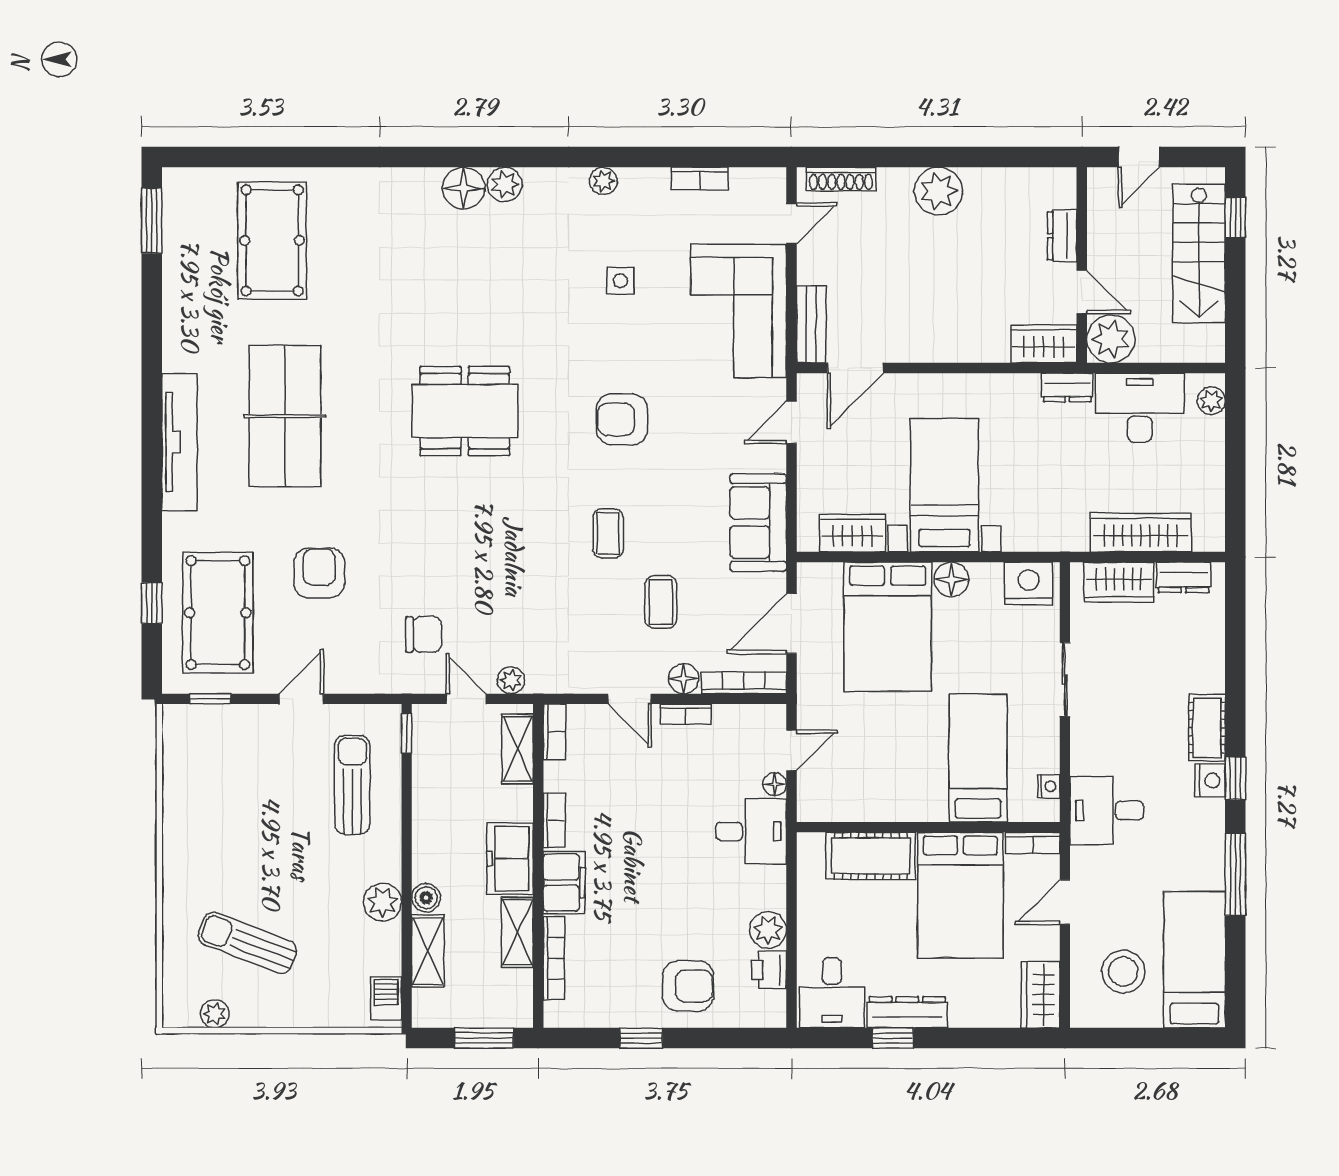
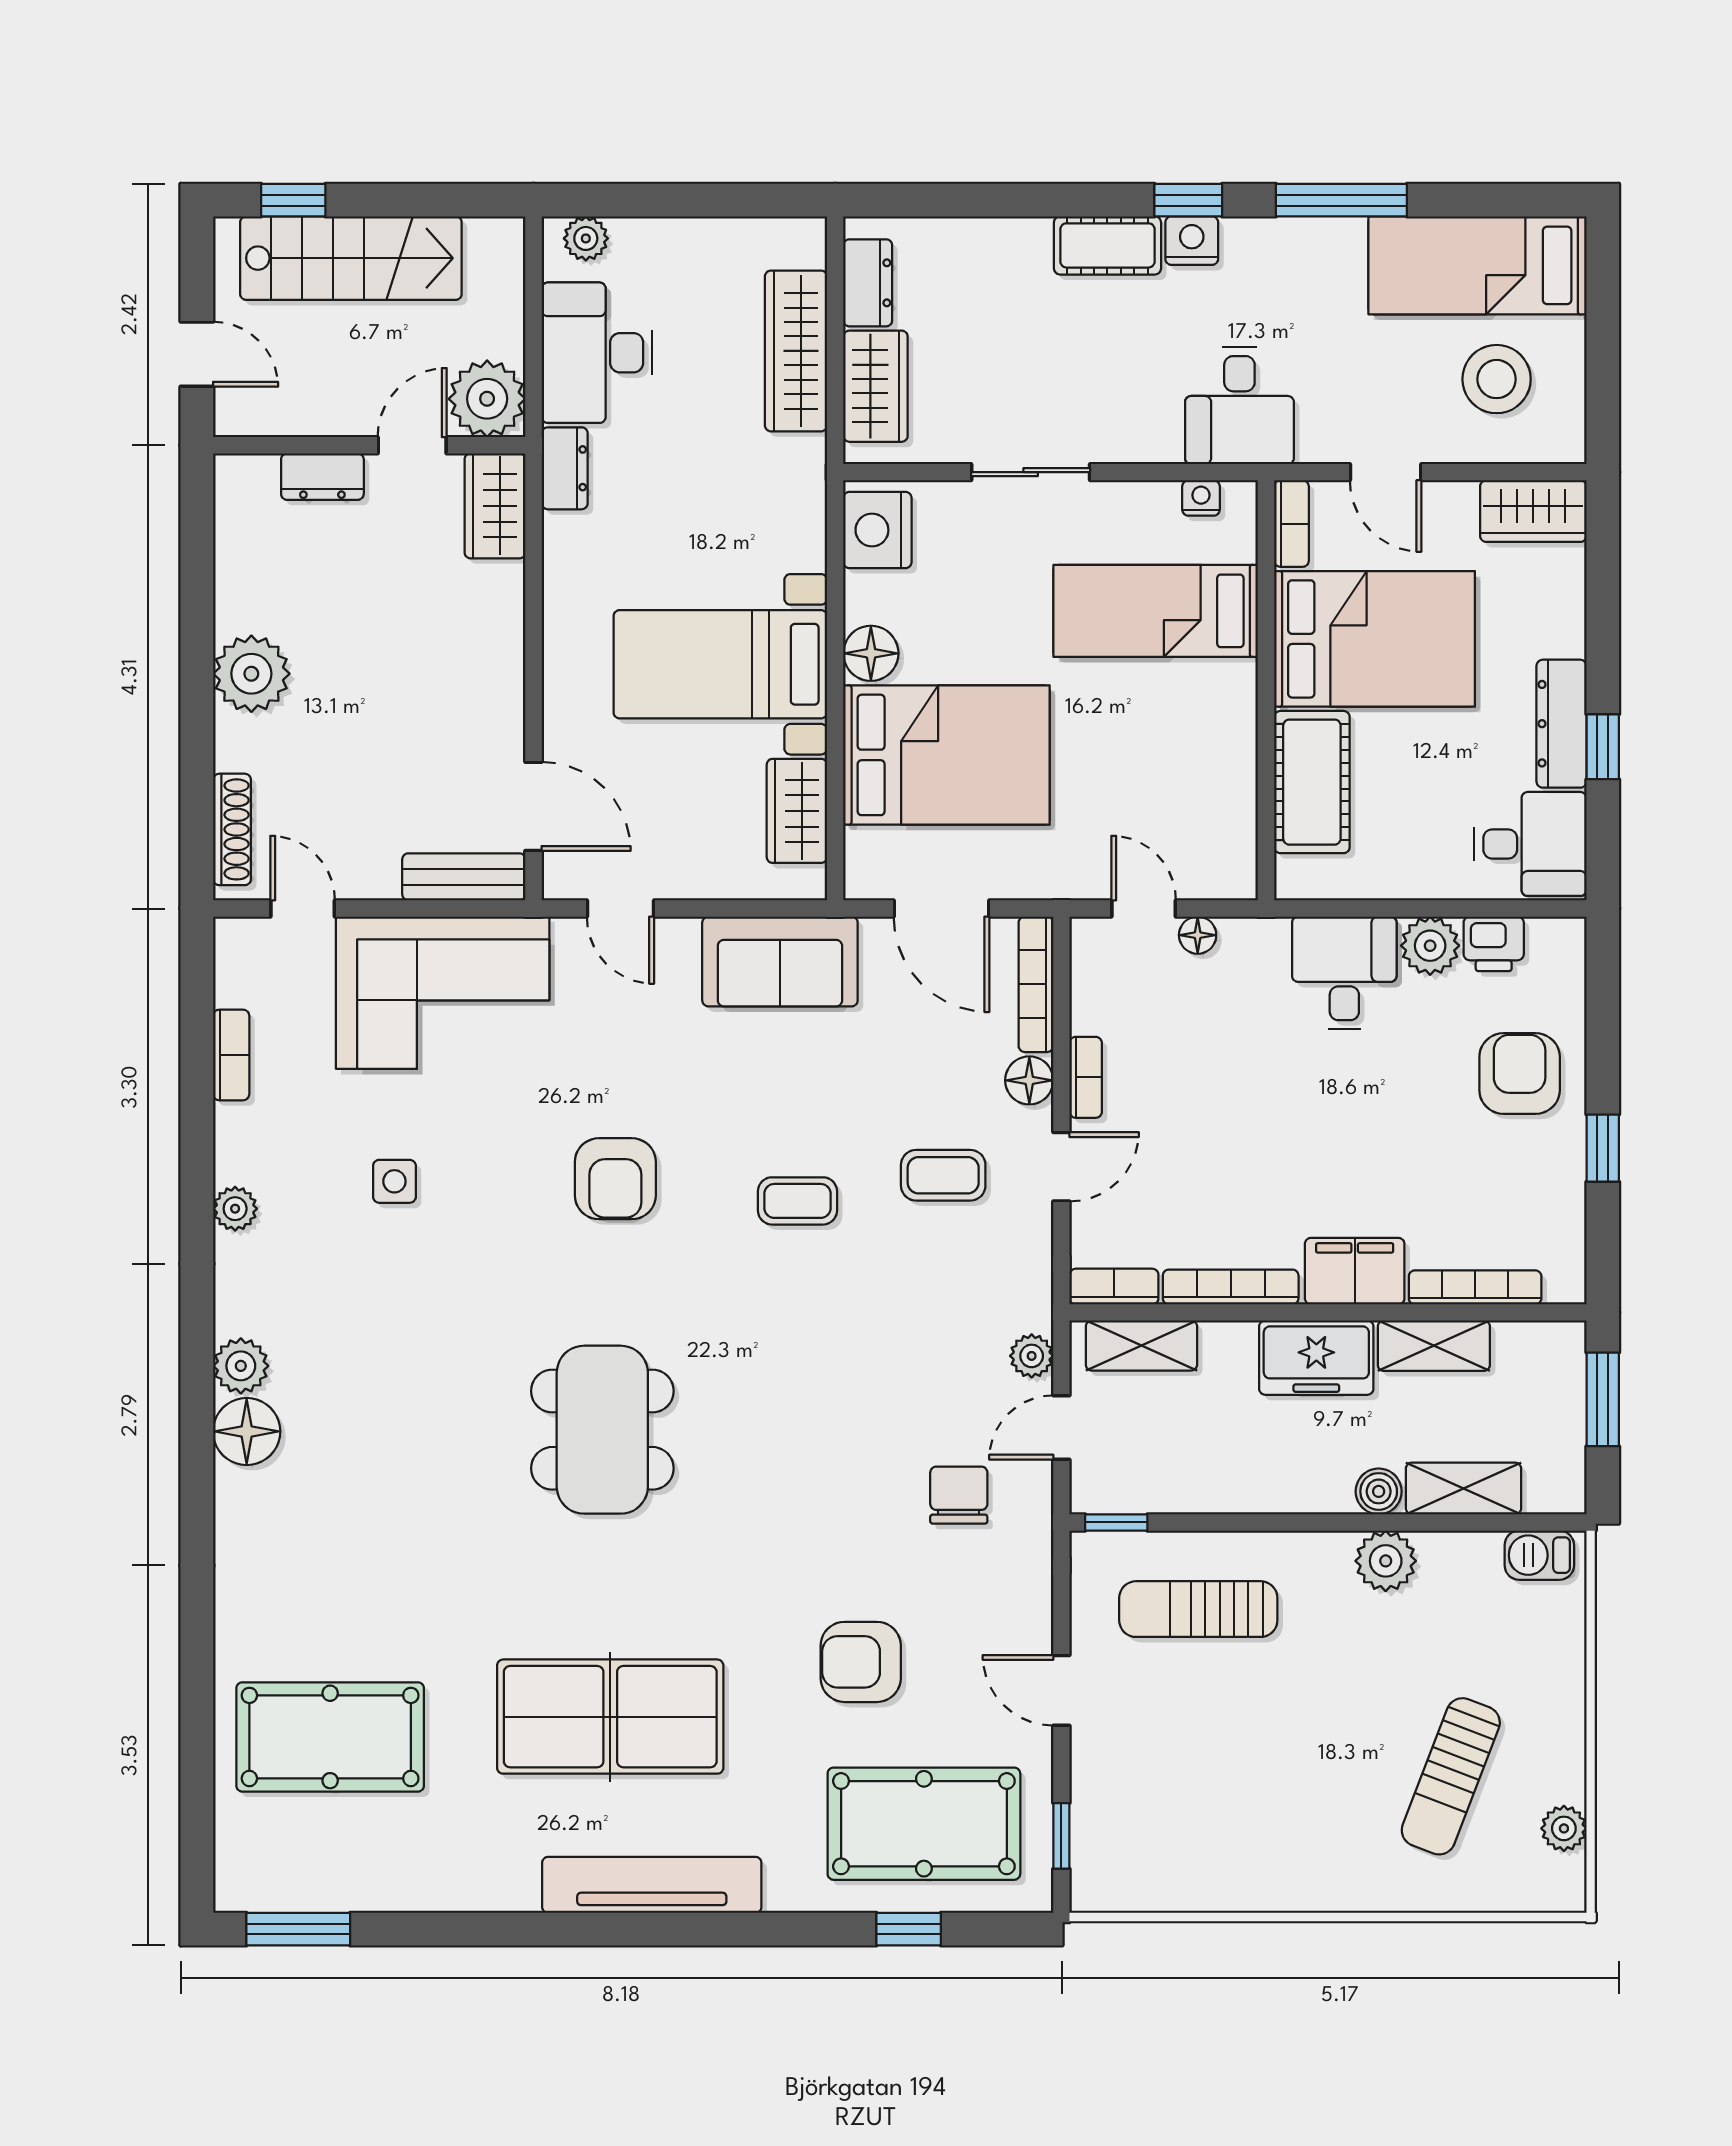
coffee table: (661, 602) -> (943, 1175), moved
bookcase: (554, 820) -> (1231, 1287), width x1.56
desk: (751, 831) -> (1344, 973), moved

